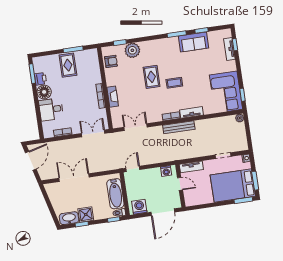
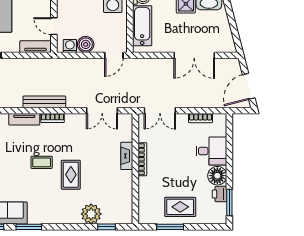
armchair: (111, 61) -> (122, 203), removed
rug: (68, 65) -> (180, 207), turned 90
boiler: (155, 174) -> (86, 44), added

